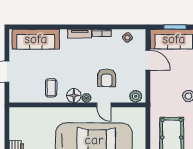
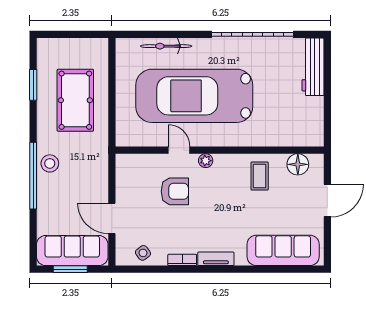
armchair: (107, 78) -> (175, 191), turned 90
floor lamp: (74, 95) -> (298, 164), moved
plant: (136, 96) -> (130, 163), removed

